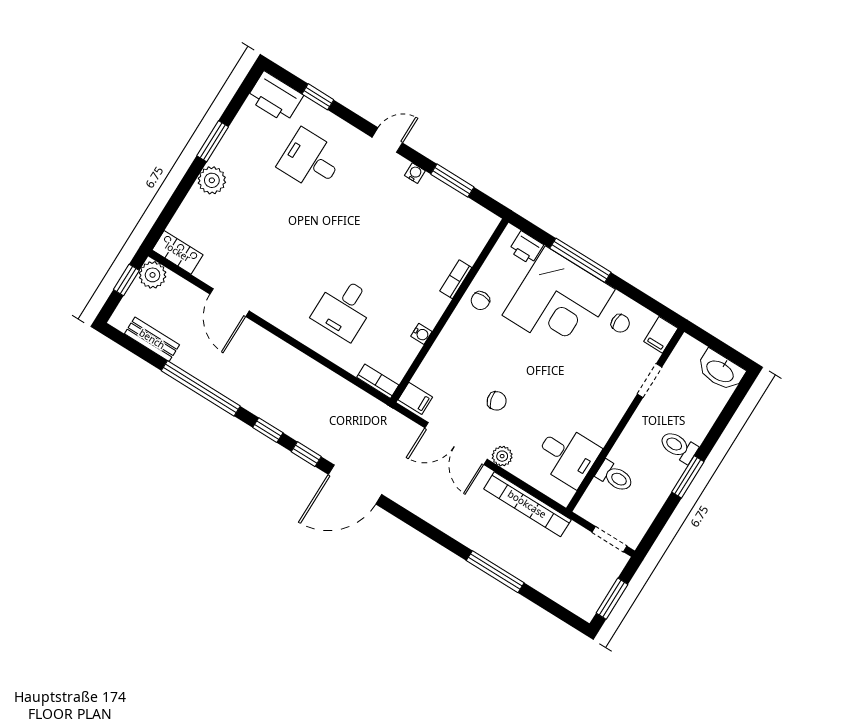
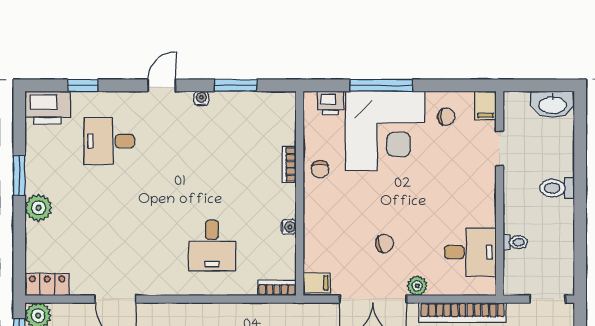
toilet: (615, 477) -> (515, 242), width x0.73, depth x0.72
window: (688, 477) -> (580, 208), removed

